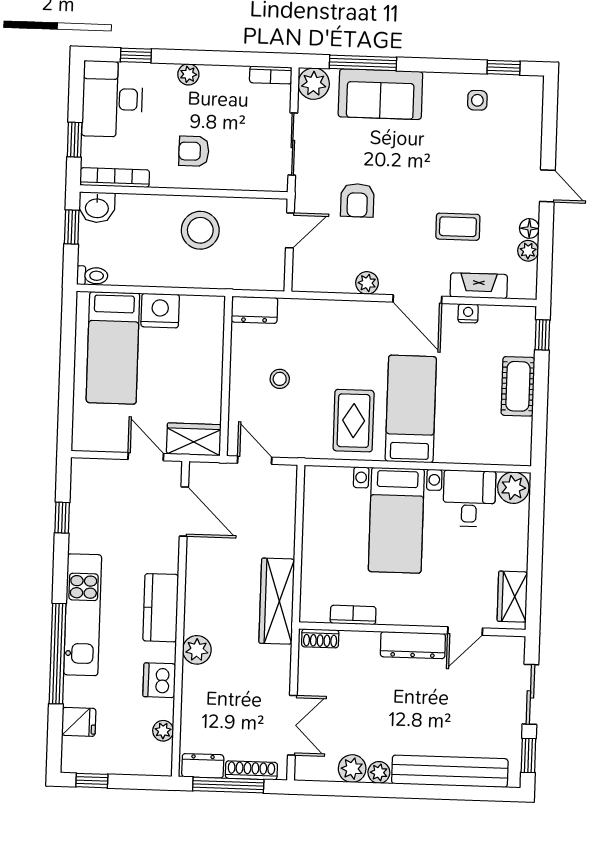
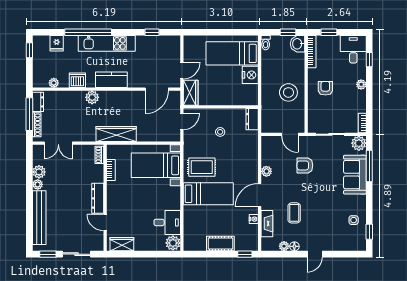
desk: (112, 99) -> (353, 49), width x0.73
bed with nightstands: (396, 520) -> (156, 165), moved

